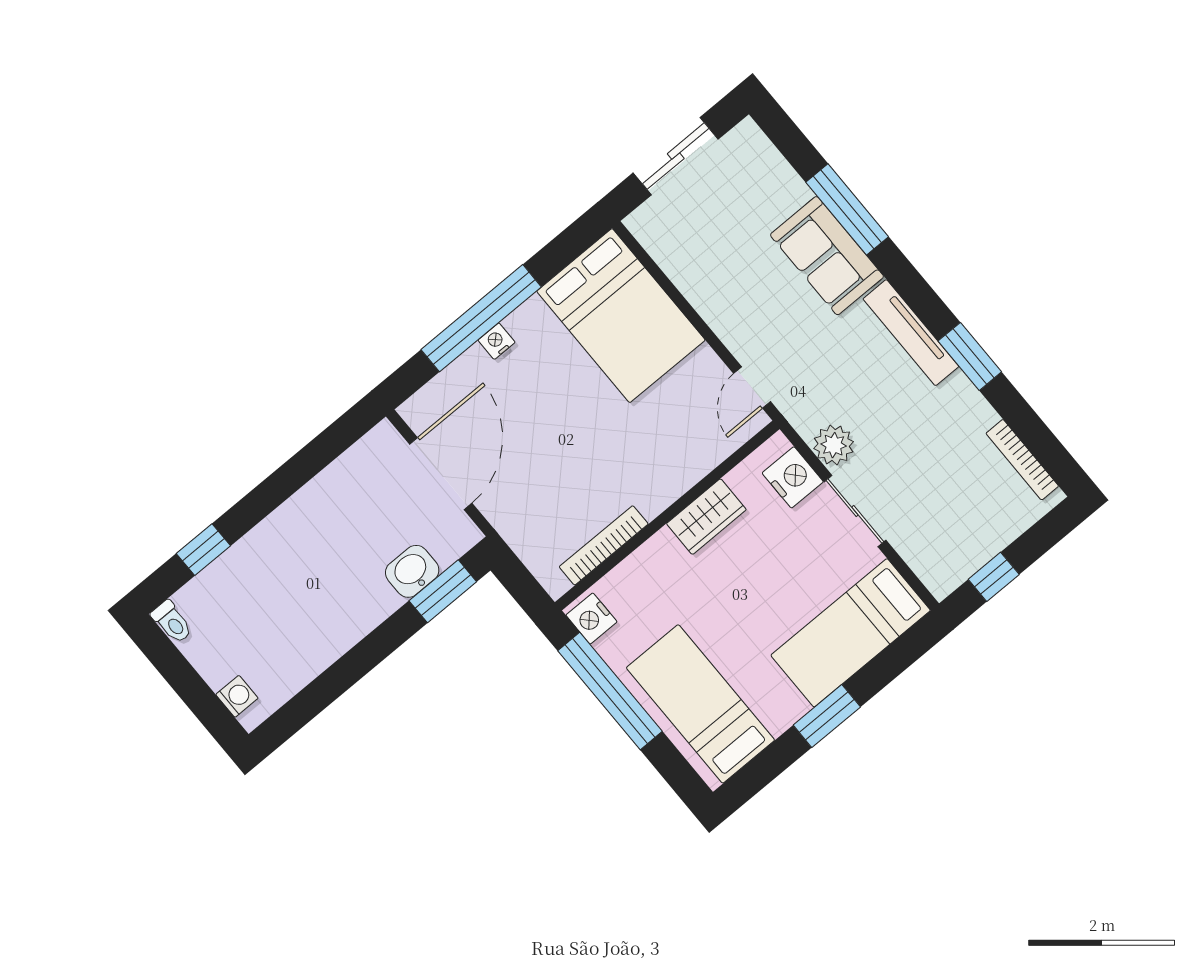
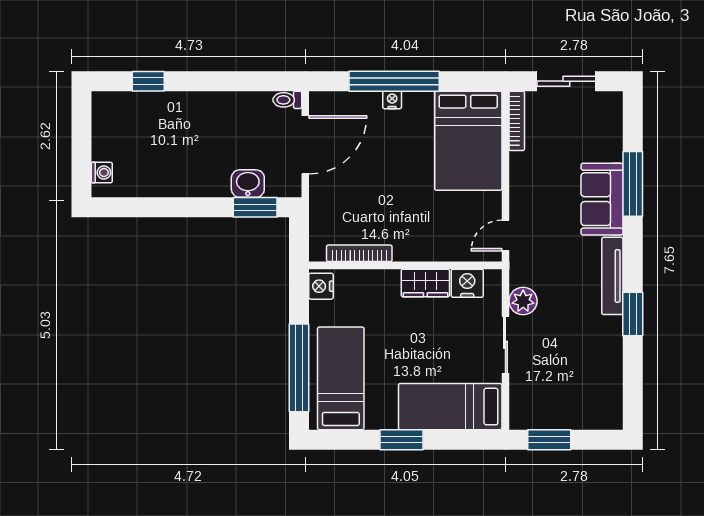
bookcase: (1022, 460) -> (517, 121), moved, turned 180
nightstand: (793, 477) -> (467, 283), moved, turned -90
window: (994, 577) -> (549, 440), width x1.50
toilet: (172, 622) -> (287, 100), moved, turned 90
window: (610, 691) -> (299, 368), moved

